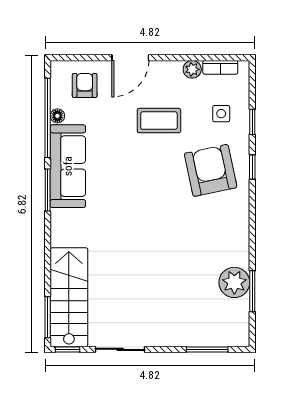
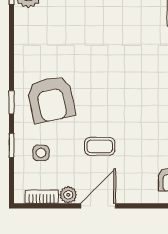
door: (130, 58) -> (98, 206), moved
coffee table: (159, 121) -> (100, 146), width x0.73, depth x0.77

